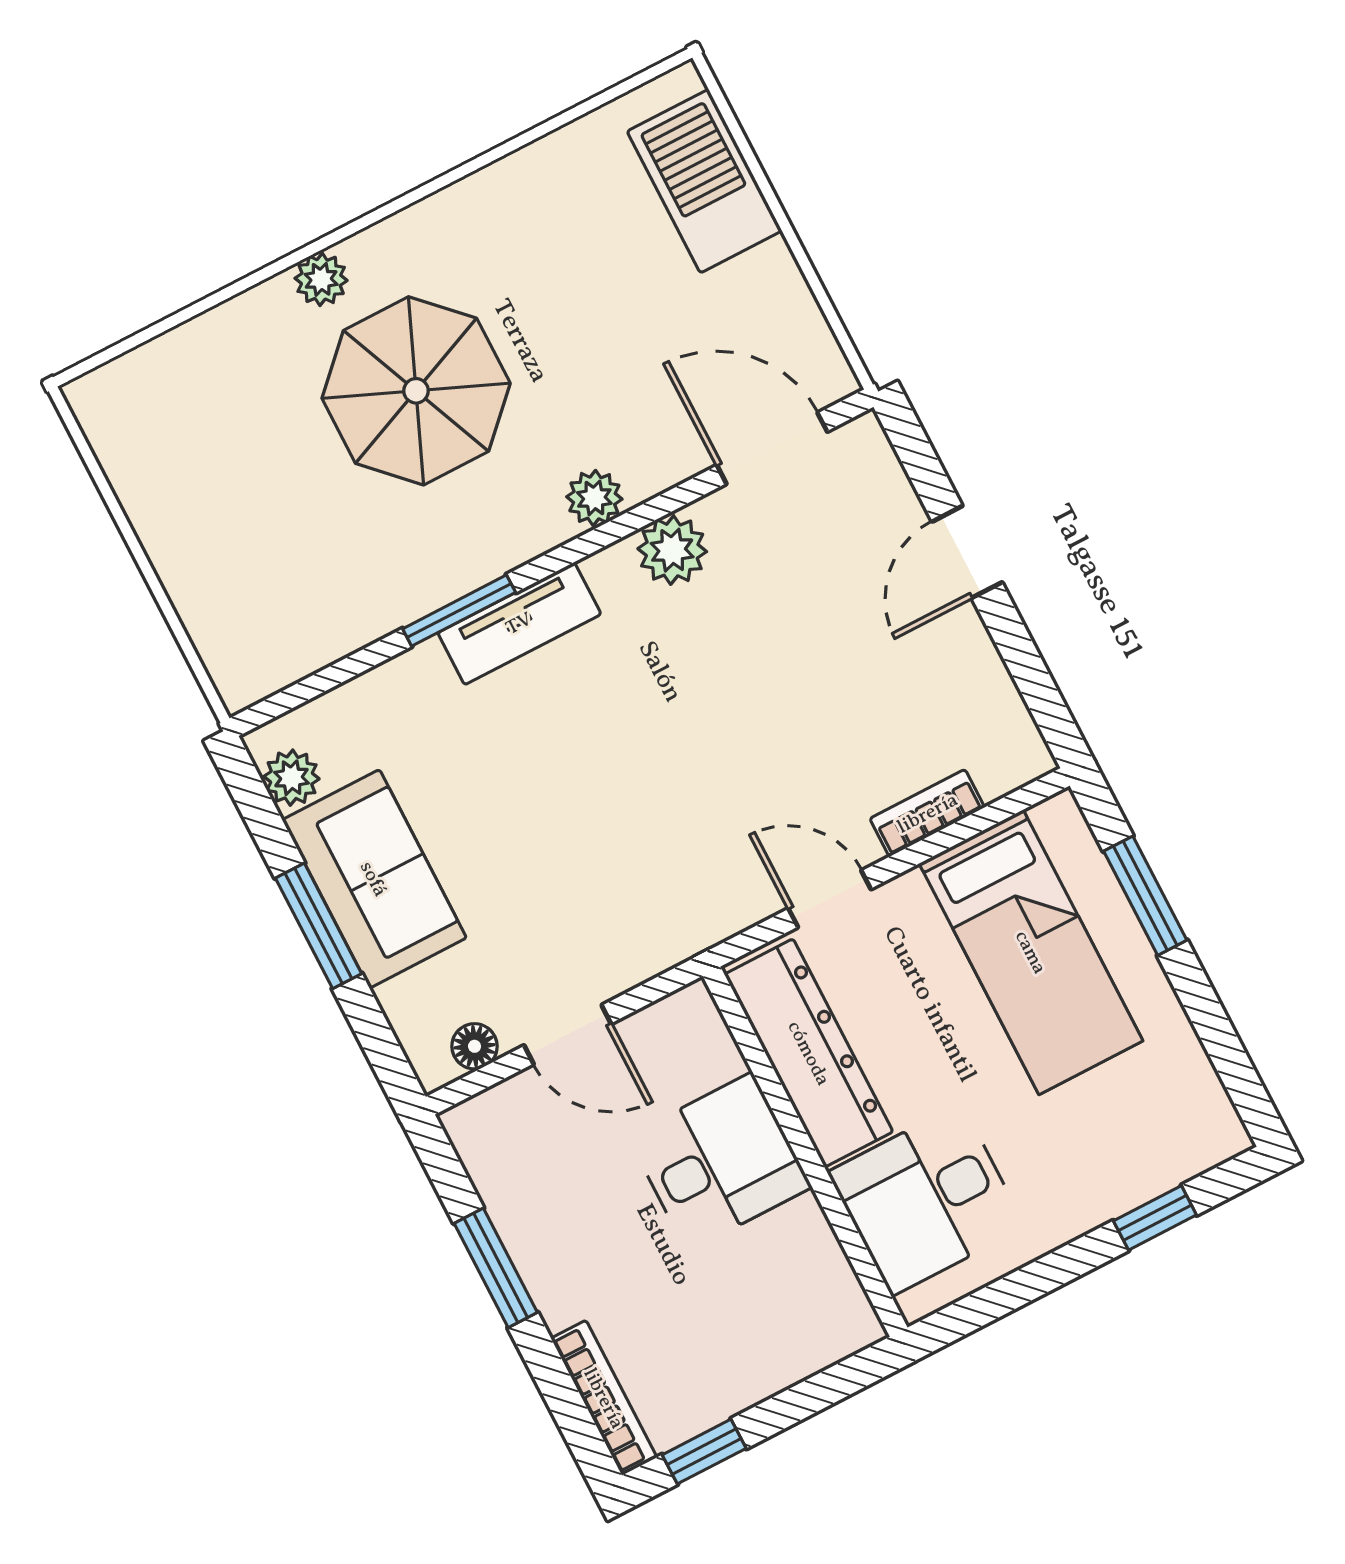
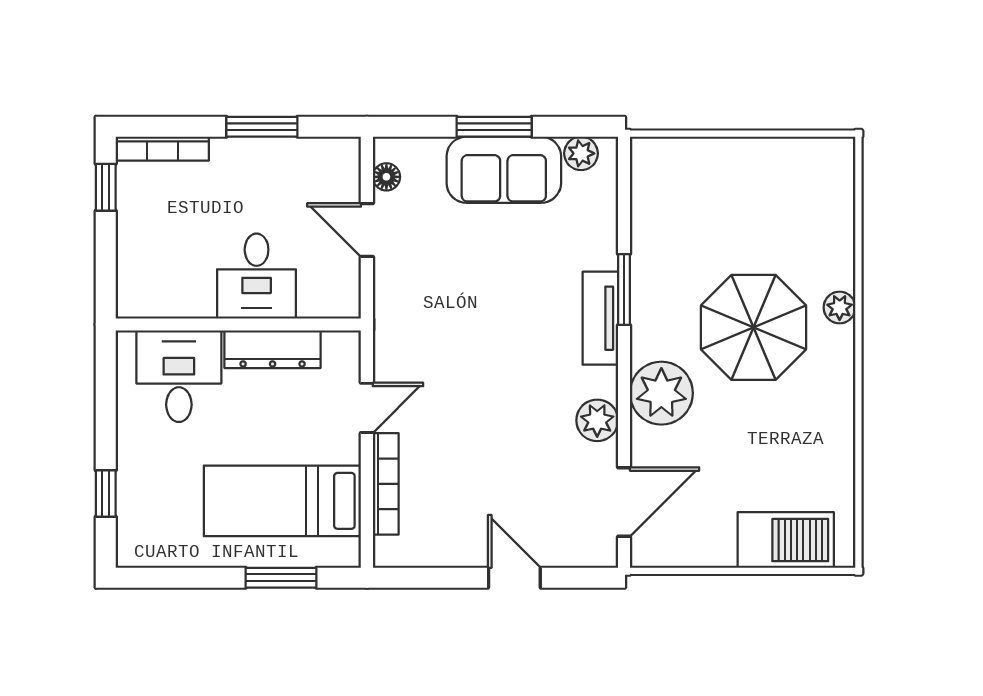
plant: (594, 498) -> (661, 393), width x1.88, depth x1.88
bookcase: (927, 813) -> (386, 484), width x1.56
door: (568, 1035) -> (367, 230), hinge flipped
dresser: (809, 1053) -> (273, 349), width x0.73, depth x0.80

